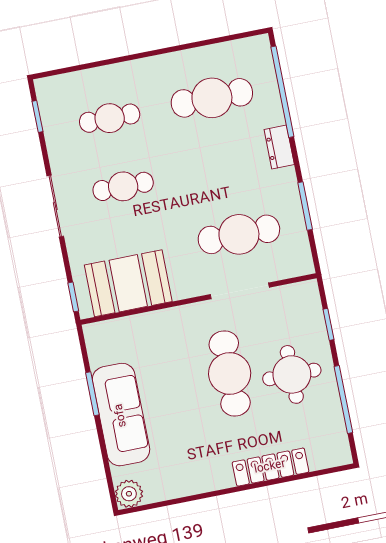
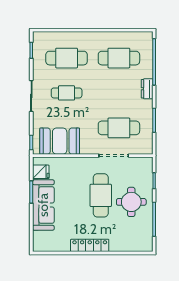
cafe table: (110, 118) -> (67, 58), width x1.37, depth x1.35
fridge: (103, 351) -> (41, 172), added
locker: (270, 467) -> (90, 245), moved
plant: (129, 494) -> (40, 245), removed

